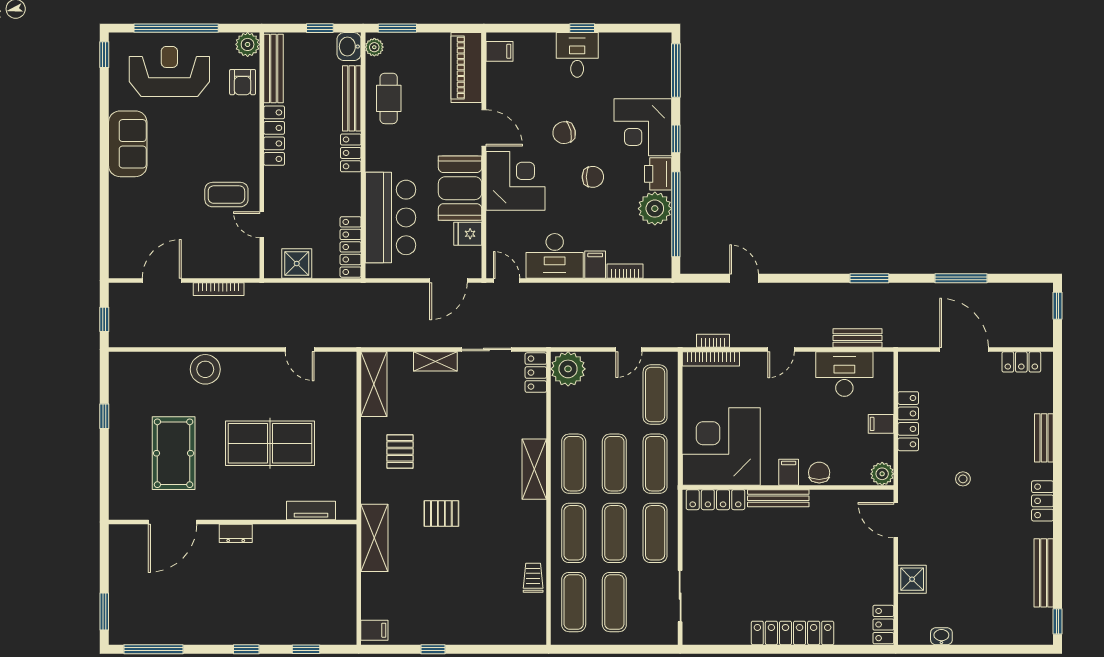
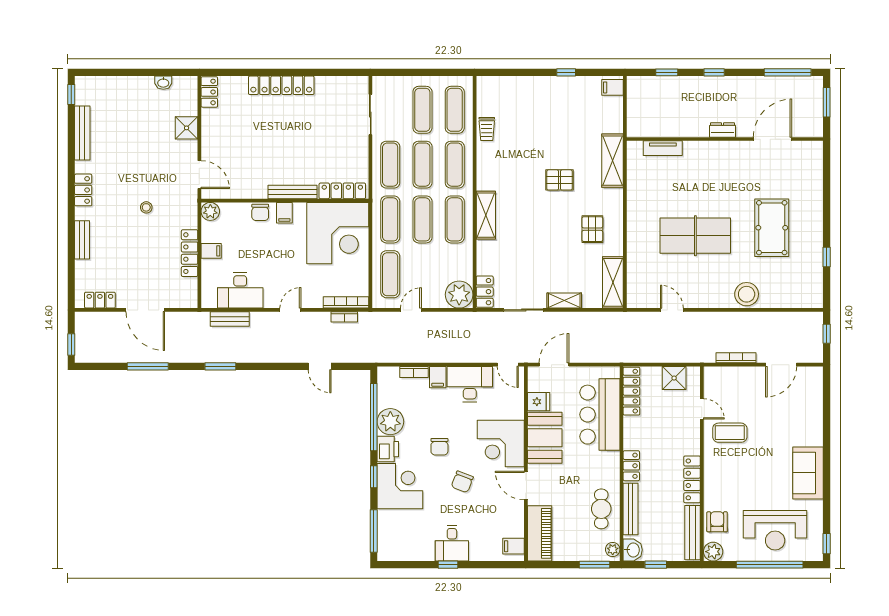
chair: (564, 133) -> (462, 482), turned 123
chair: (593, 177) -> (439, 447), turned -90
tv unit: (311, 510) -> (663, 148), moved
door: (173, 522) -> (773, 139), moved
wall: (233, 522) -> (725, 139), moved
dresser: (236, 533) -> (722, 130), moved

